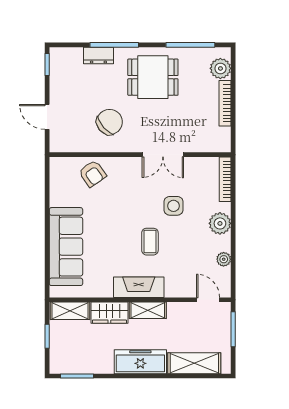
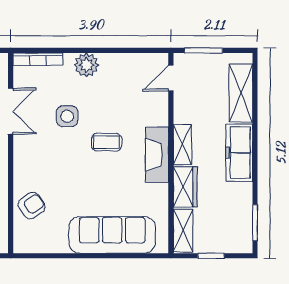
double door: (163, 155) -> (11, 111), moved
plant: (224, 259) -> (126, 61), removed

